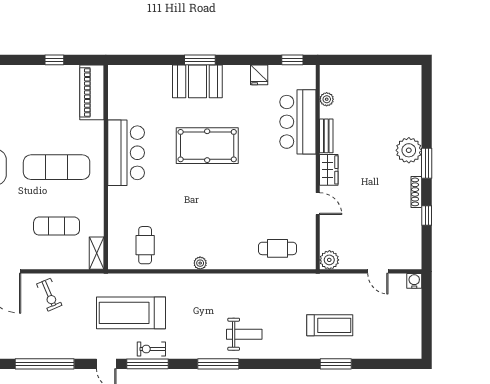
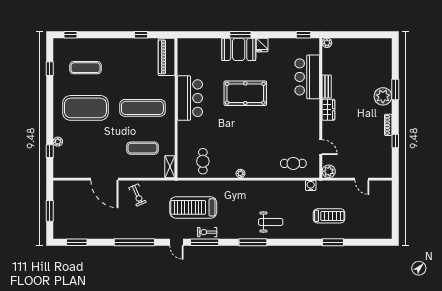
fridge: (259, 75) -> (262, 45), moved
plant: (327, 99) -> (327, 43), moved
window: (427, 163) -> (395, 89), moved
door: (318, 204) -> (321, 147), moved
water cooler: (414, 281) -> (311, 186), moved

